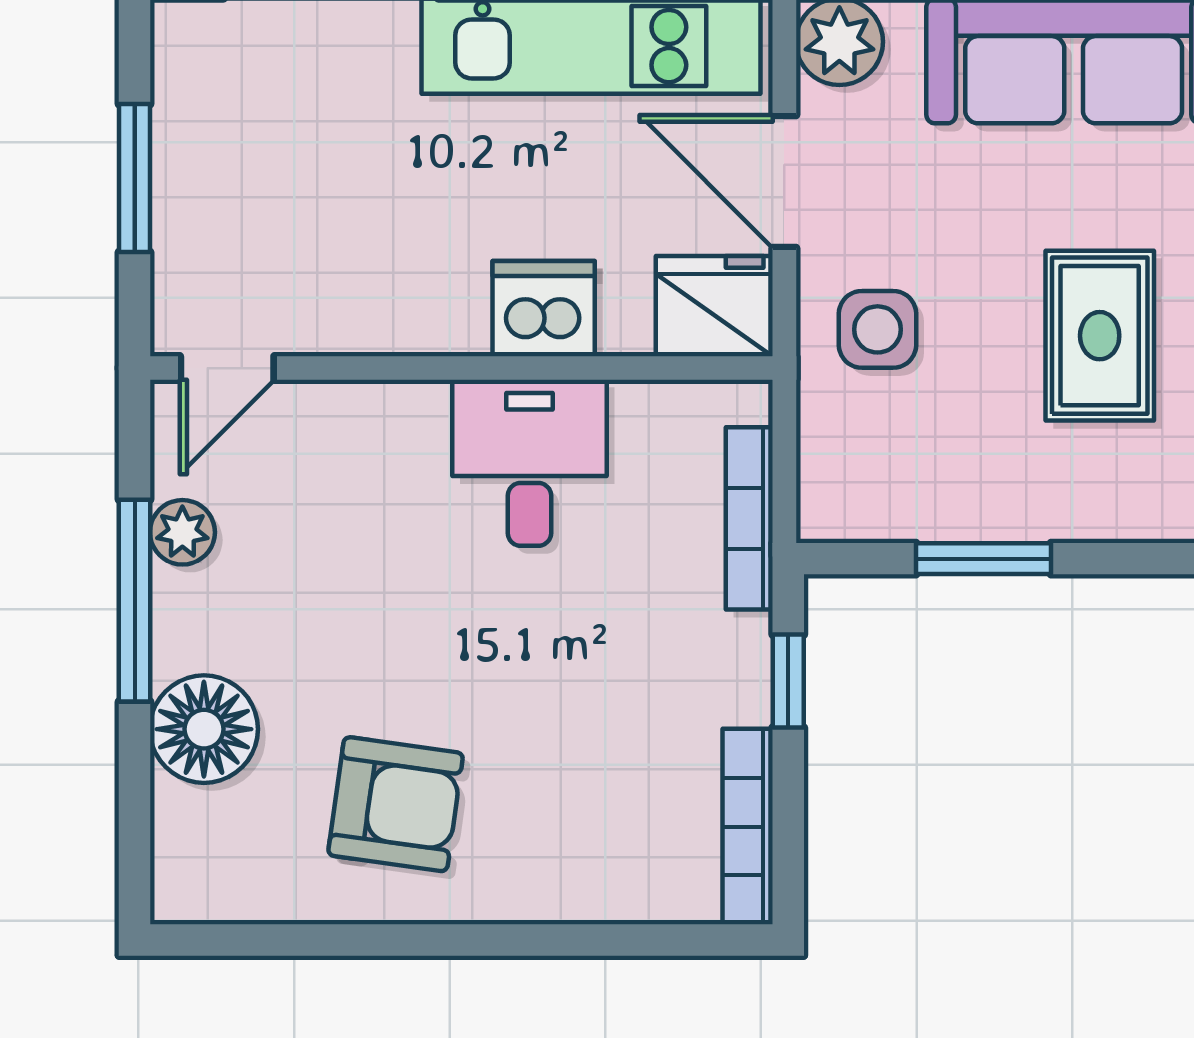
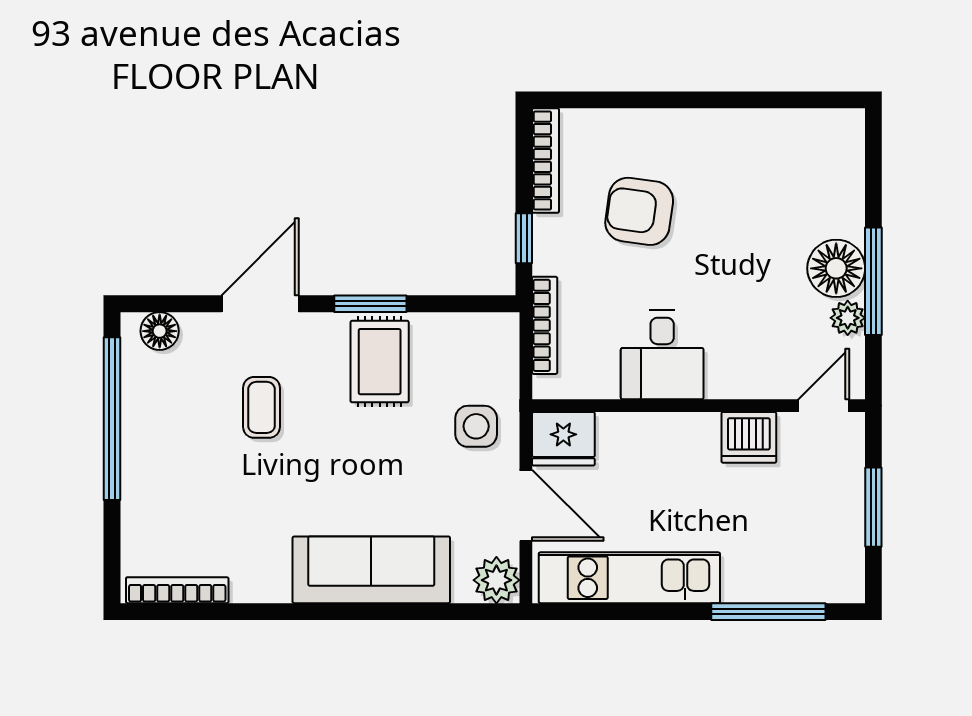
dishwasher: (544, 309) -> (749, 437), moved
rug: (1100, 336) -> (380, 362), moved
window: (983, 559) -> (370, 304), moved
floor lamp: (204, 729) -> (836, 268), moved
armchair: (396, 804) -> (639, 211), moved

